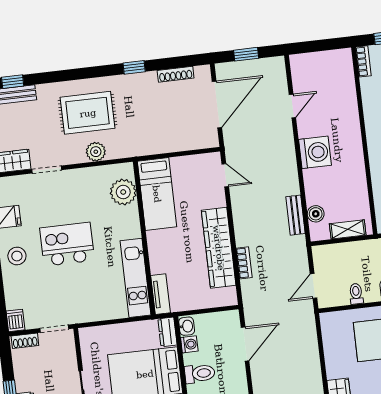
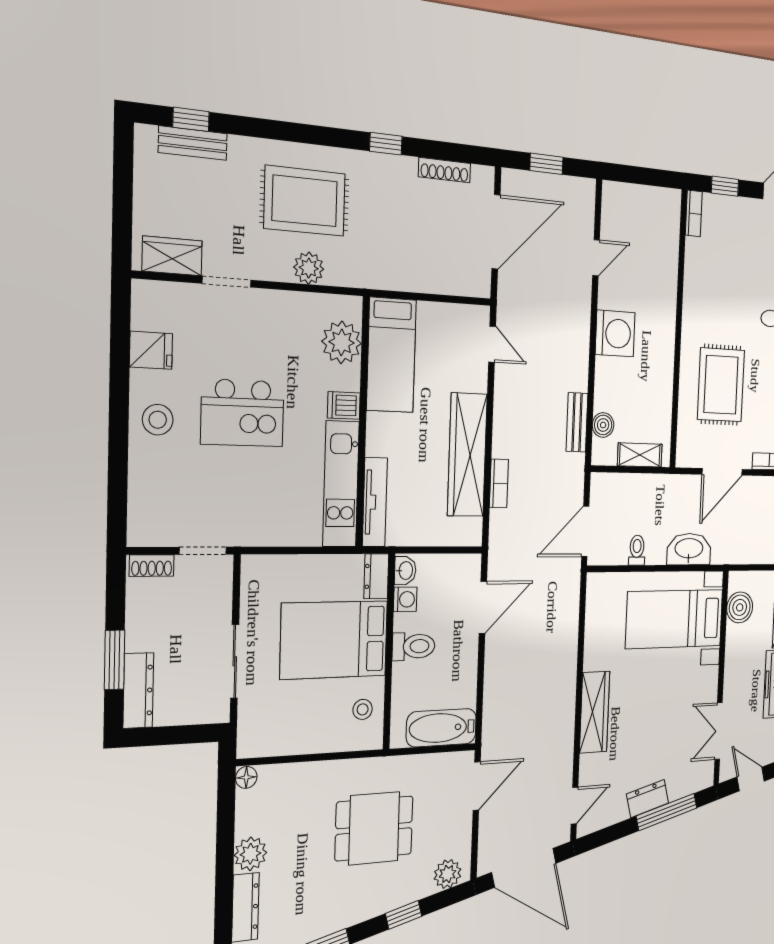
kitchen island: (67, 244) -> (243, 413), turned 180
door: (314, 286) -> (585, 531), width x1.38
tv unit: (161, 294) -> (375, 502), width x1.41
dishwasher: (15, 320) -> (344, 405), moved, turned -90

